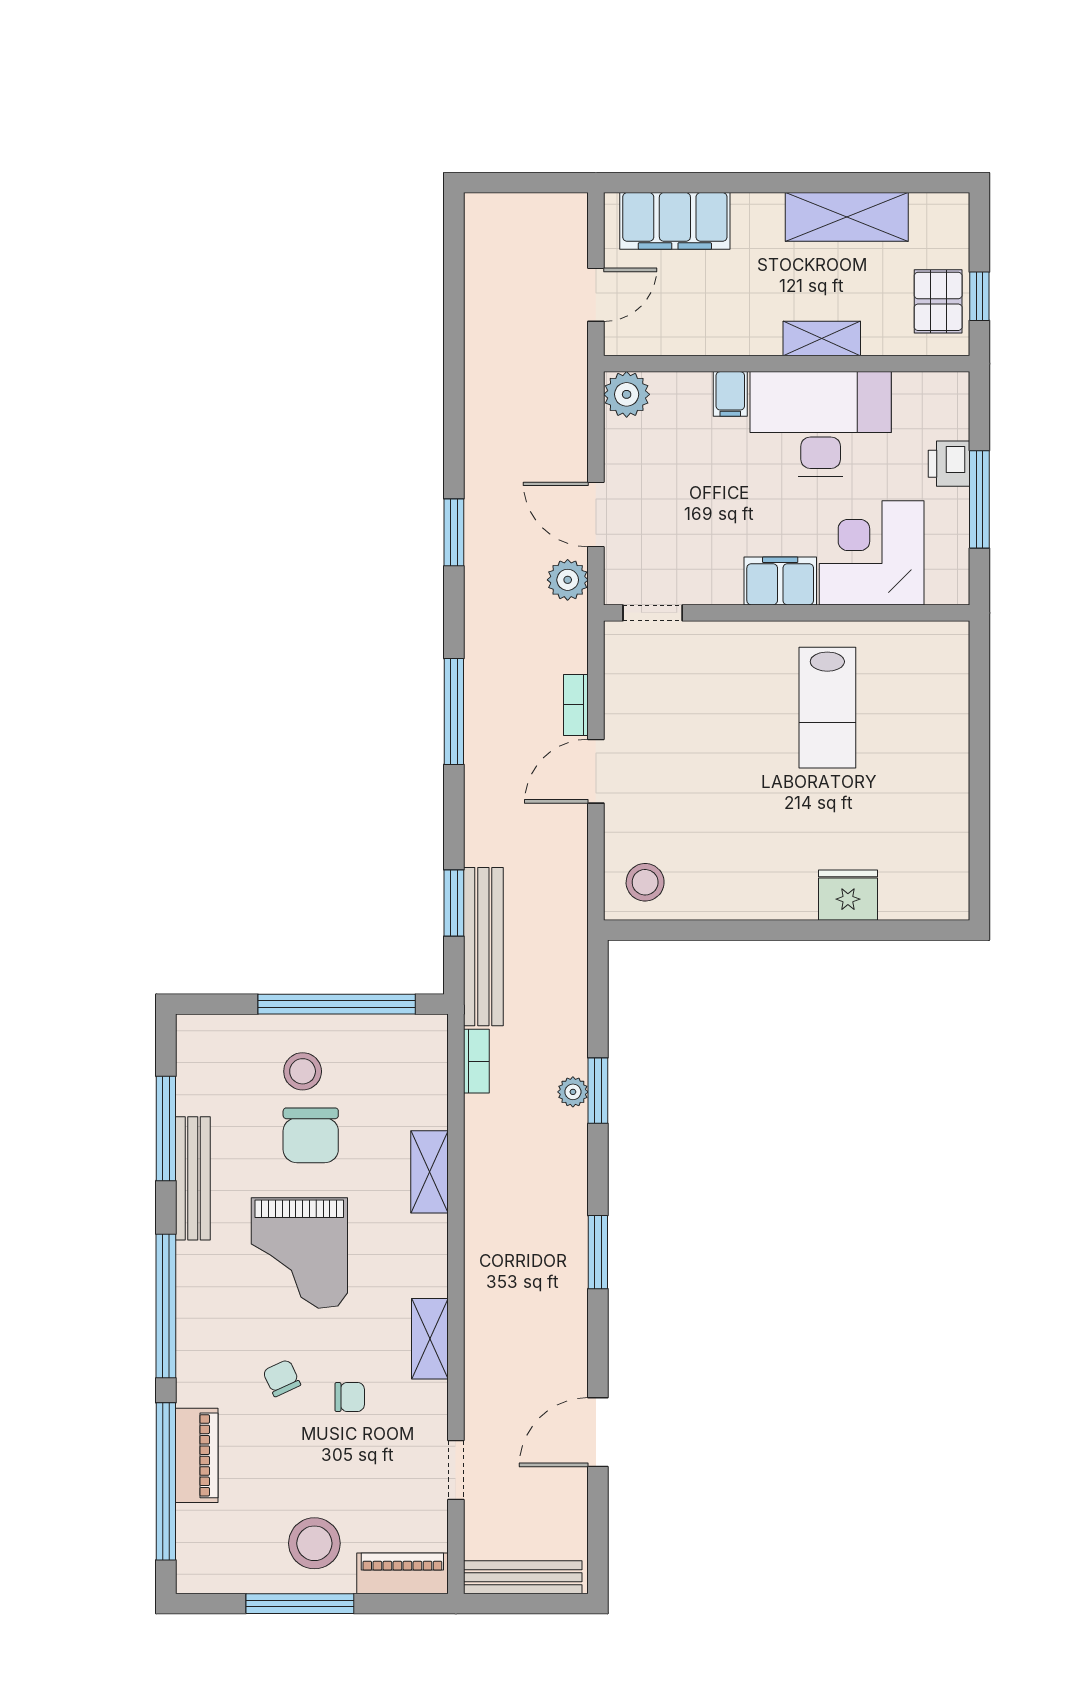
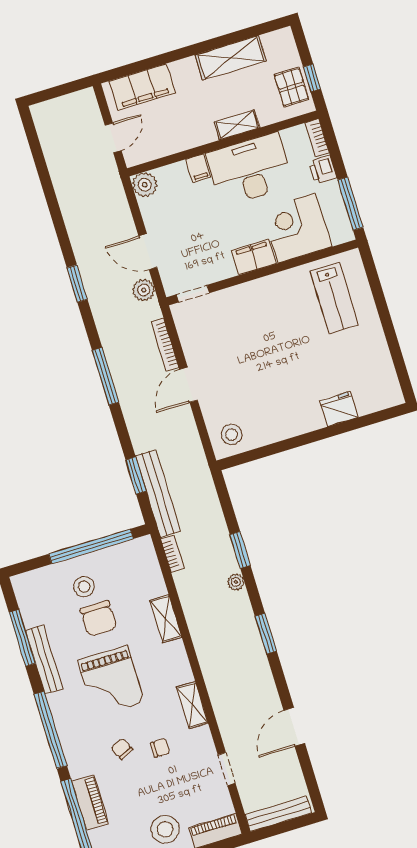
bookcase: (956, 405) -> (317, 138), added
window: (979, 499) -> (350, 204), moved
bookcase: (576, 705) -> (165, 345), width x1.56
lab bench: (827, 708) -> (334, 298), moved
plant: (573, 1092) -> (236, 582), moved

